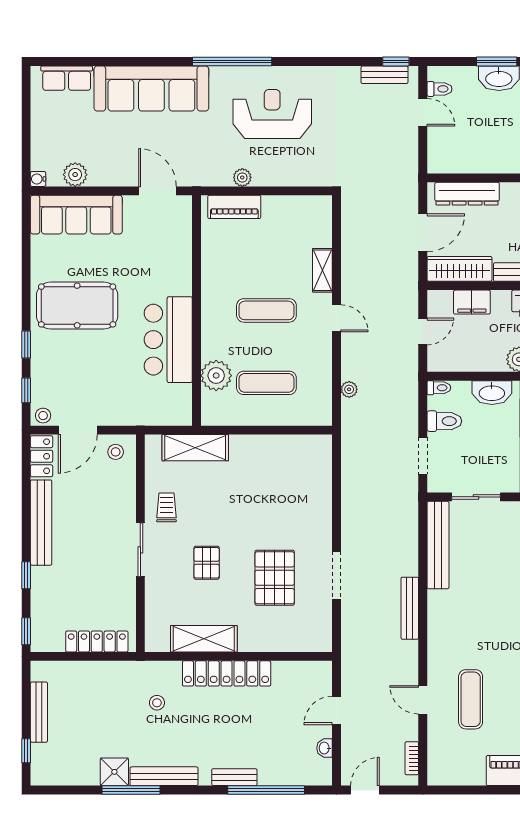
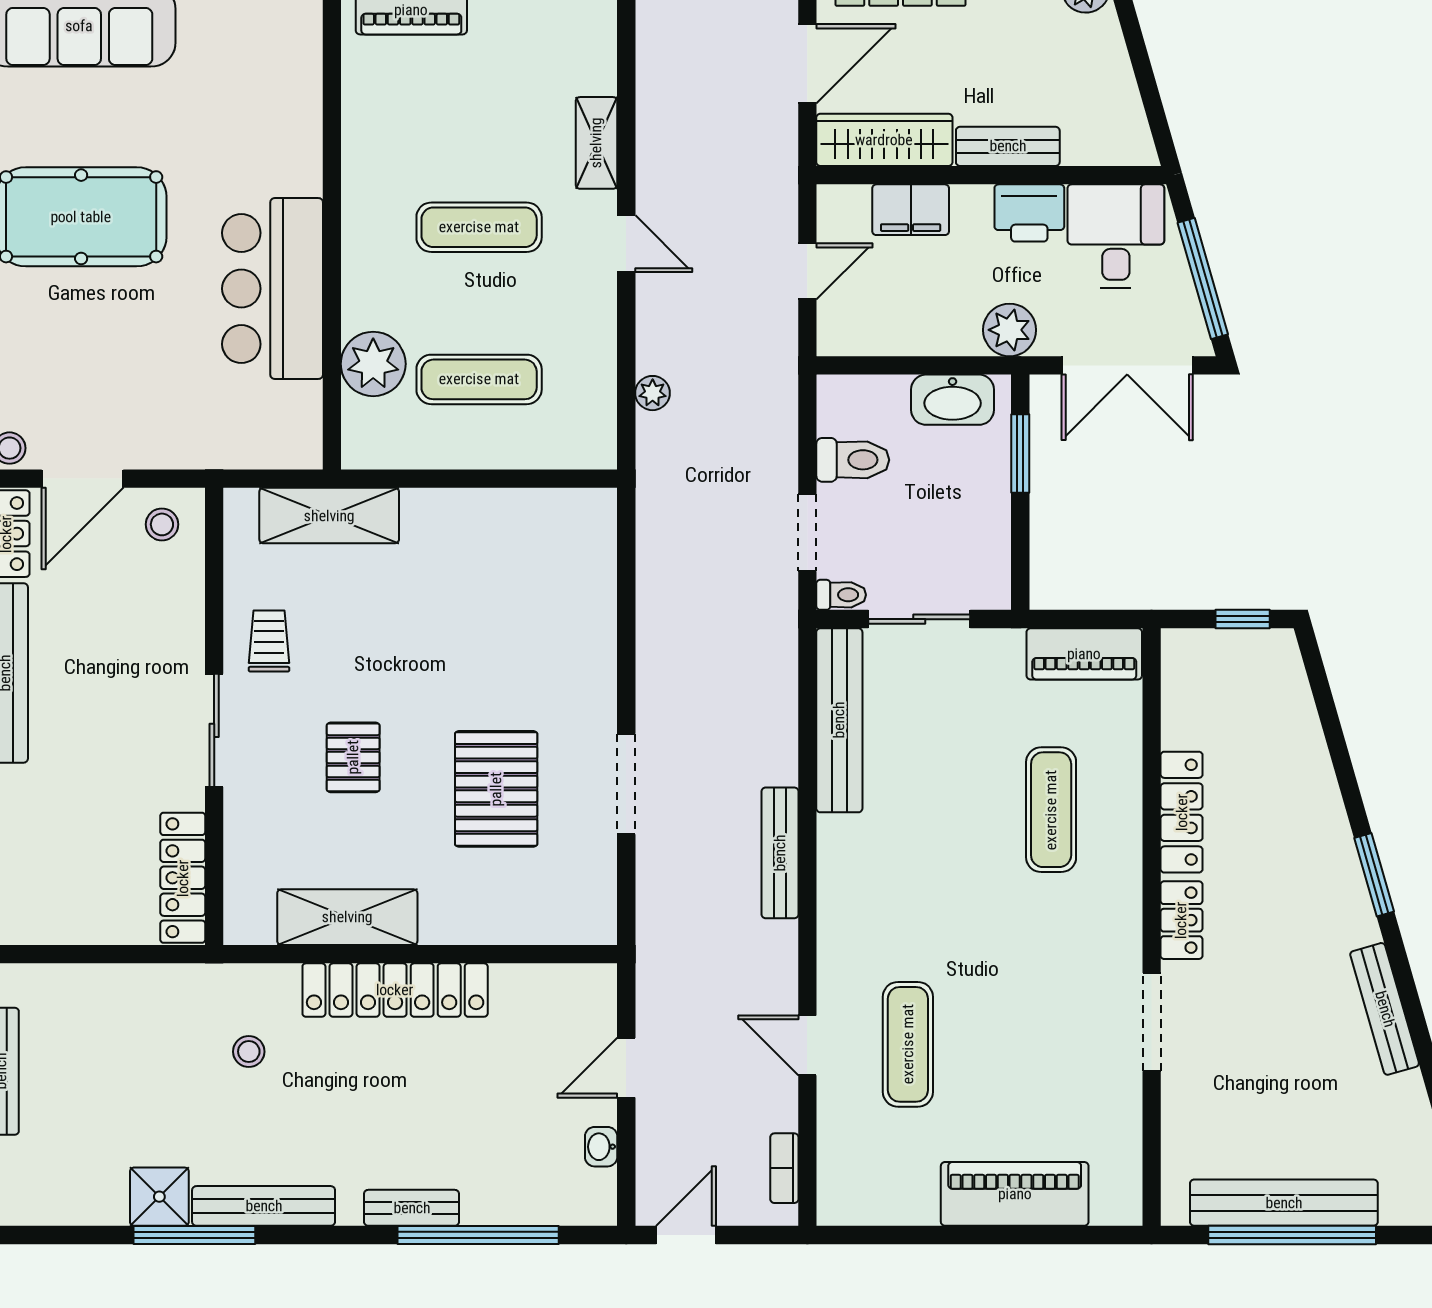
toilet: (439, 388) -> (841, 595), moved
locker: (97, 641) -> (183, 878), moved, turned -90

